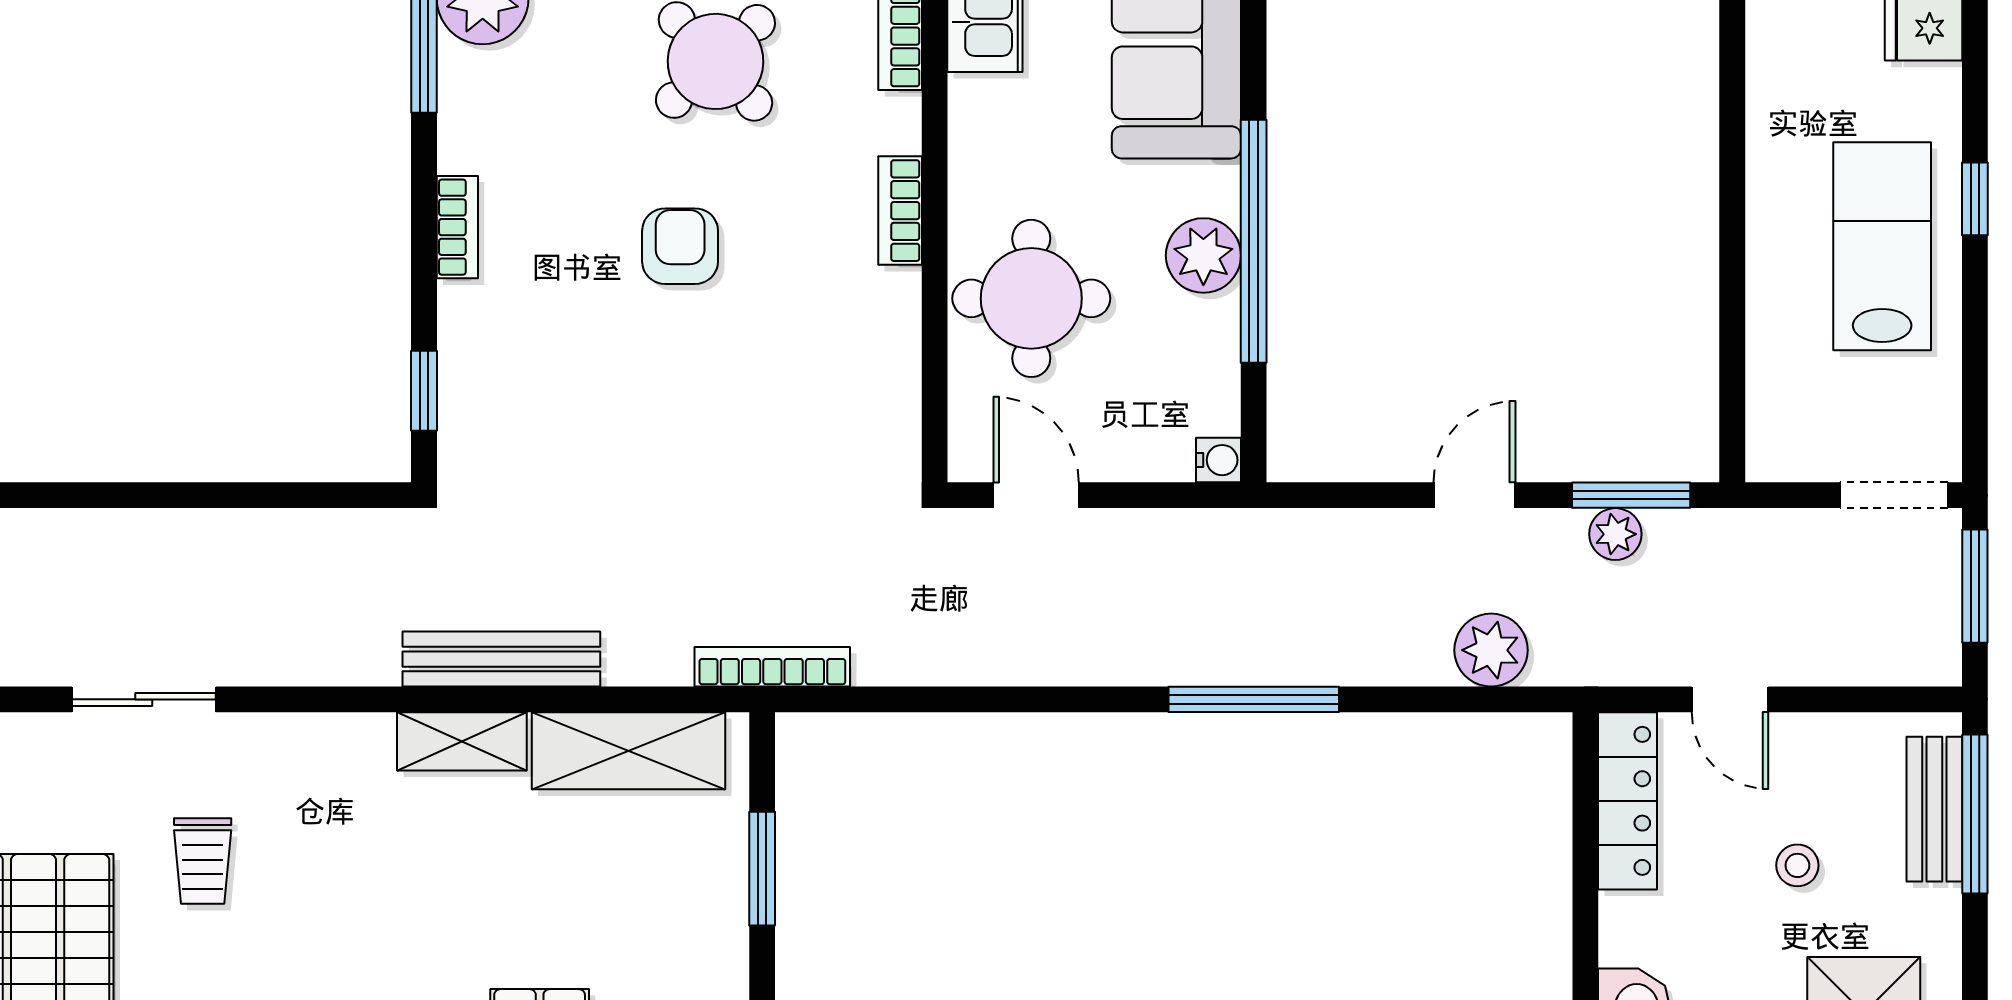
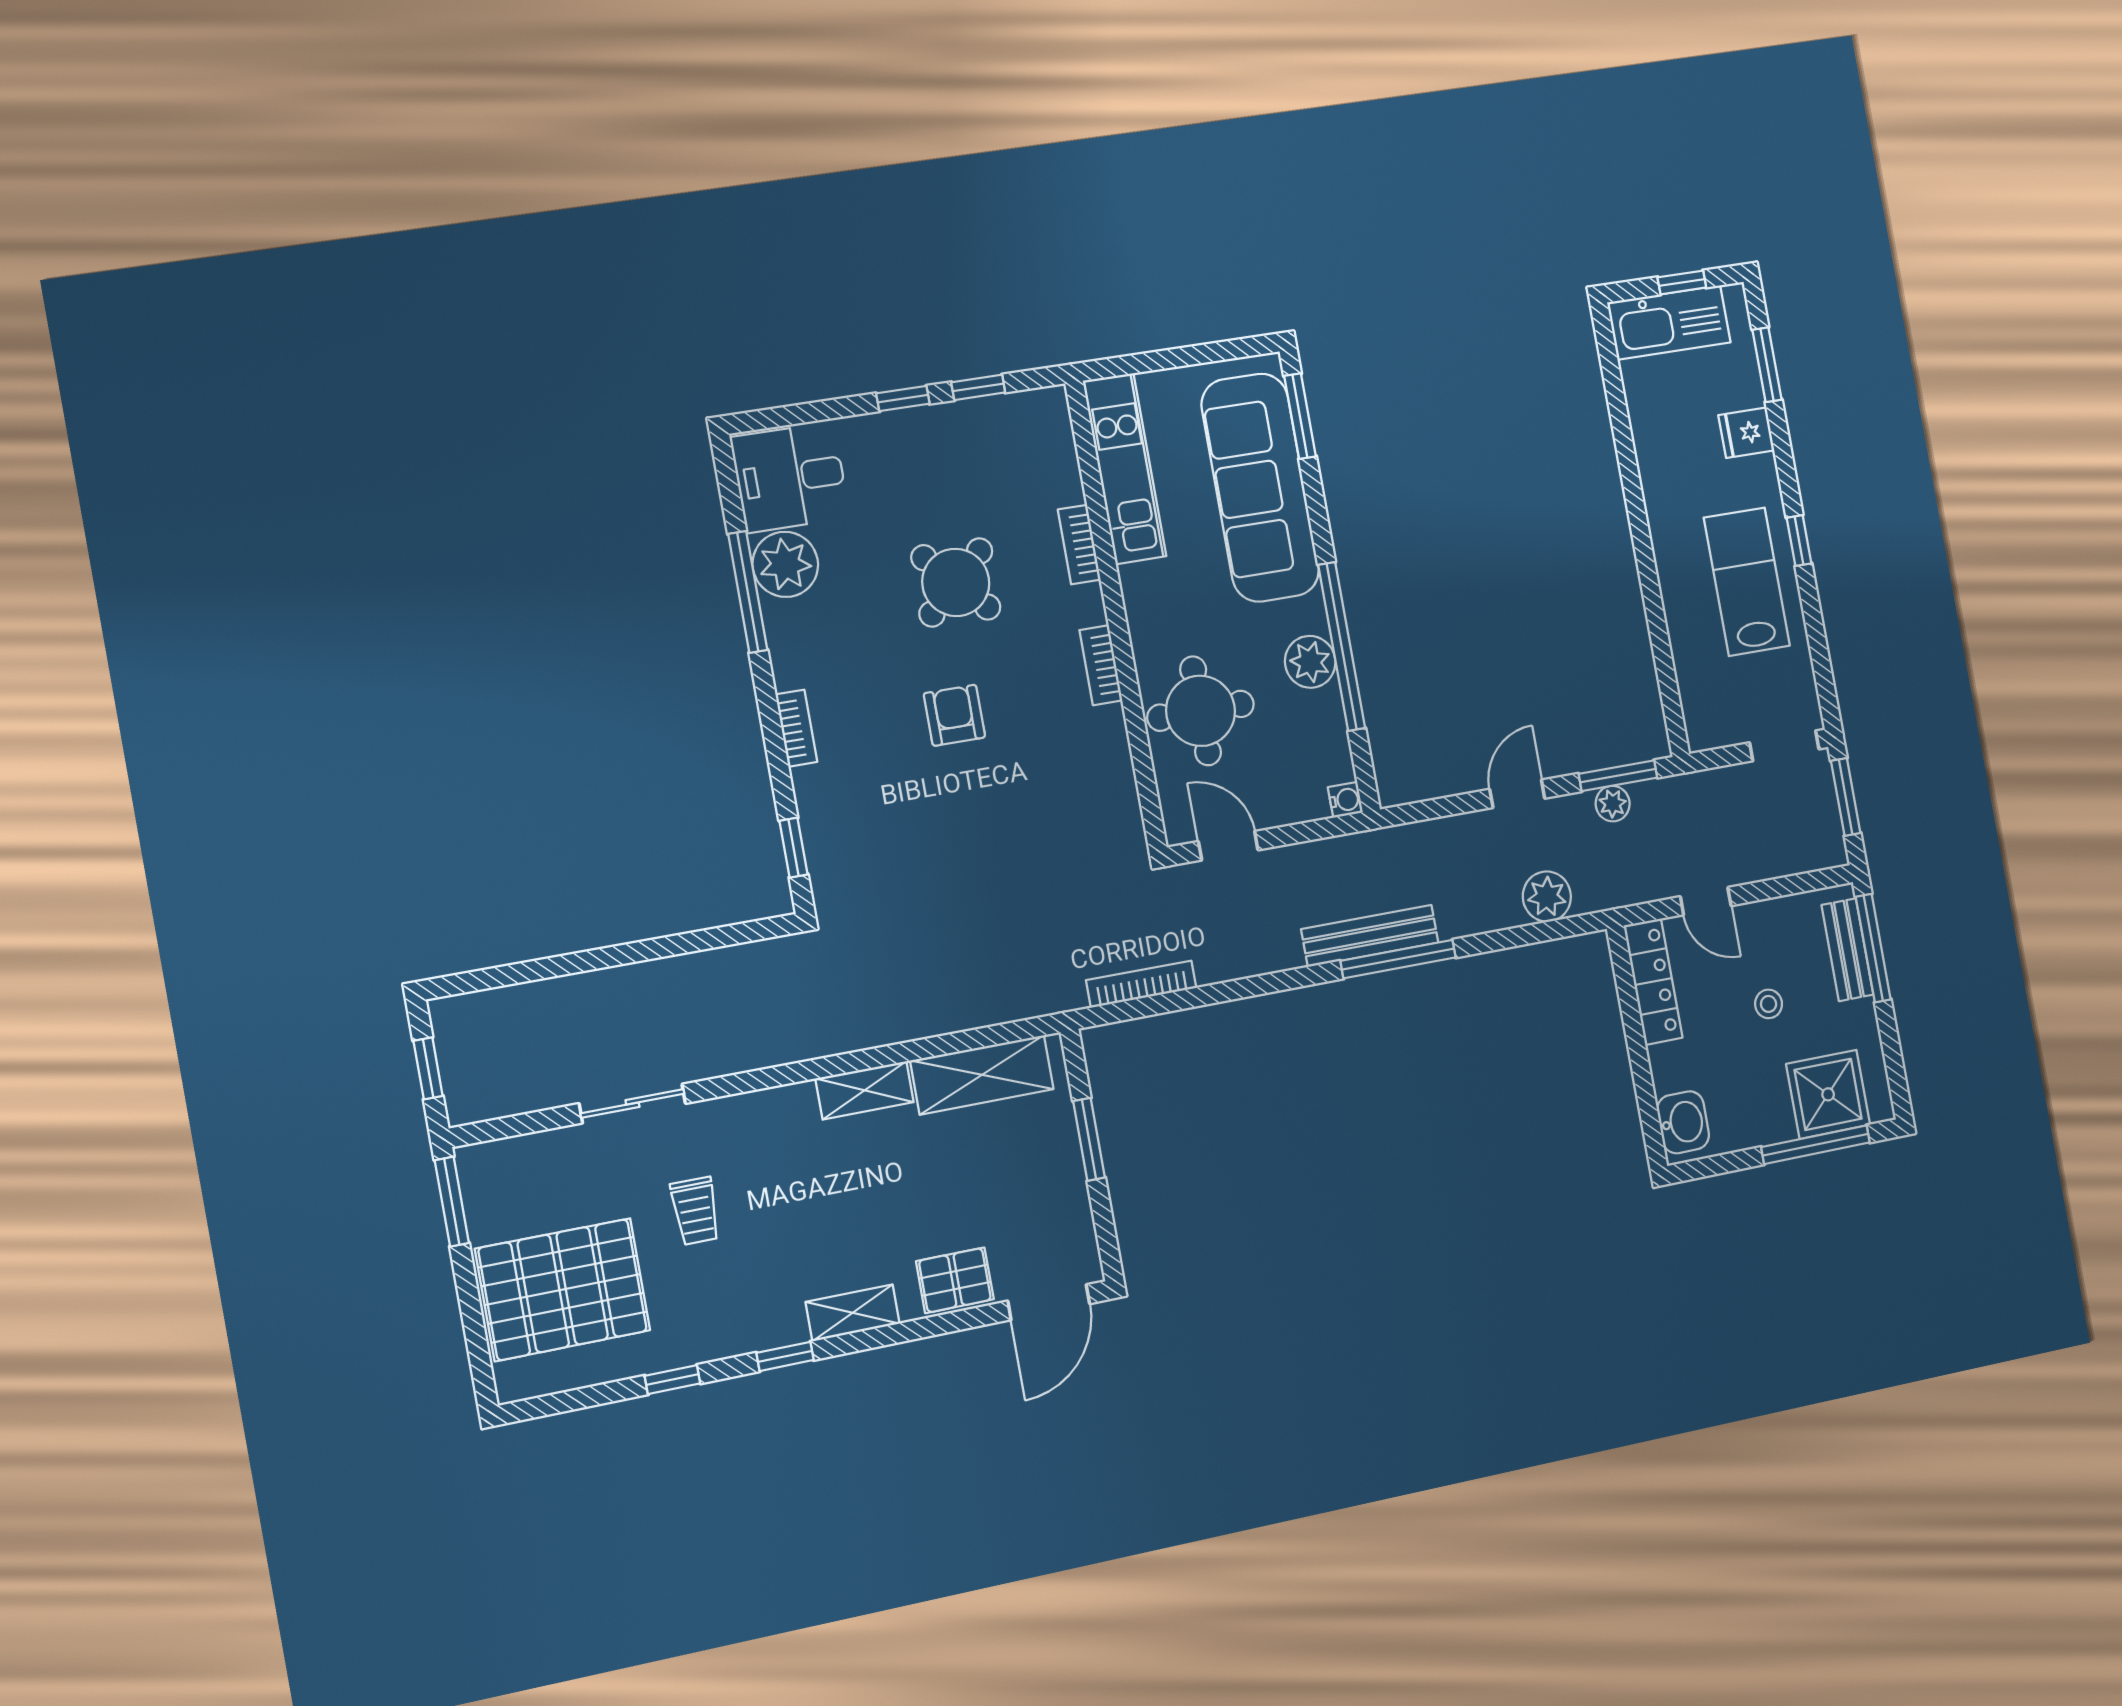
bench: (501, 659) -> (1370, 936), moved
bookcase: (772, 667) -> (1141, 984), moved

